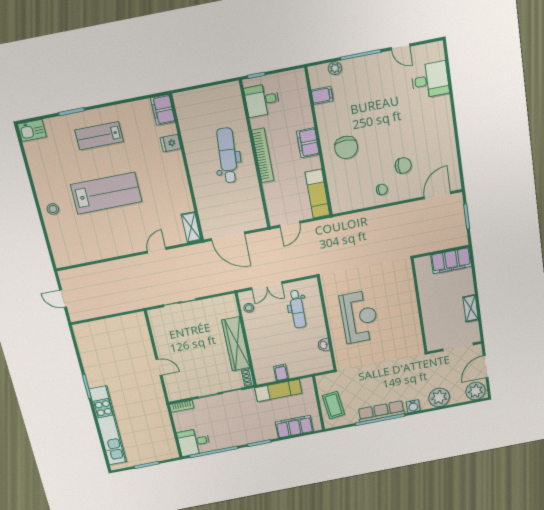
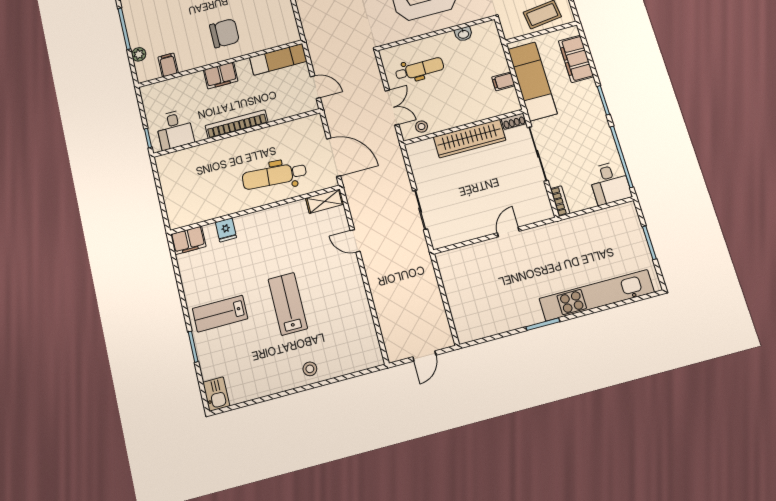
lab bench: (99, 136) -> (220, 314), turned 90
dental chair: (227, 155) -> (274, 176), moved
lab bench: (106, 193) -> (288, 304), width x0.73, depth x0.72
door: (228, 236) -> (334, 157), hinge flipped
exam couch: (278, 391) -> (532, 81), width x1.36, depth x1.45

